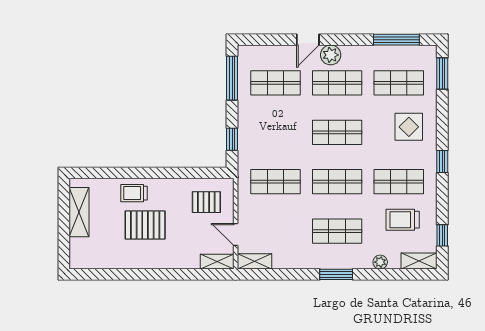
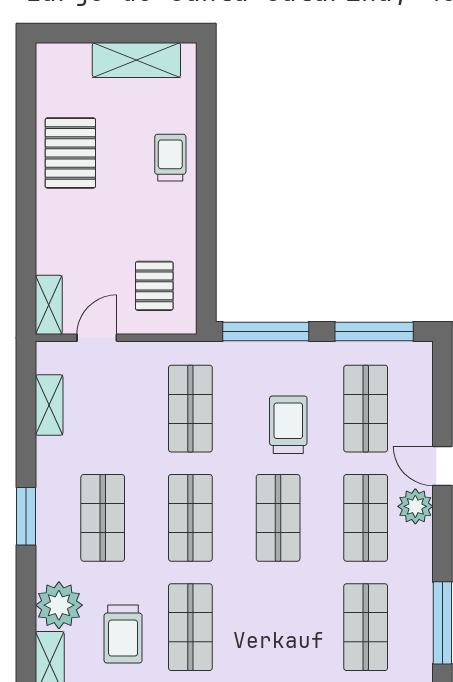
trolley: (285, 127) -> (288, 425), added
display table: (409, 127) -> (288, 645), removed
window: (232, 139) -> (266, 331), width x2.17
trolley: (403, 220) -> (123, 634), turned 180
pallet: (145, 225) -> (70, 153), moved
shelving: (254, 261) -> (49, 405), moved
plant: (380, 262) -> (59, 605), width x1.88, depth x1.88

